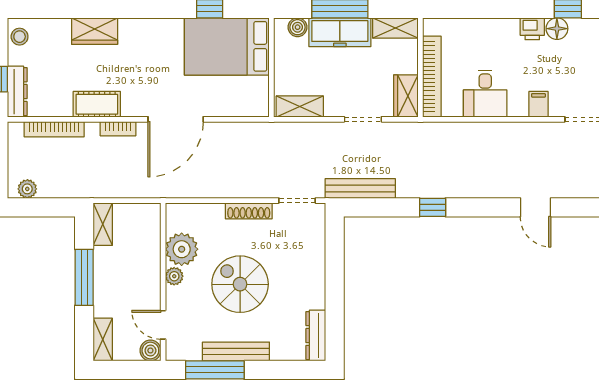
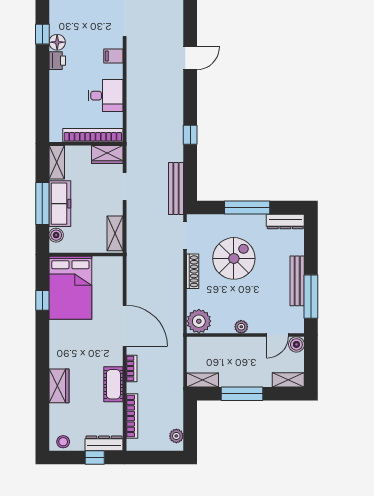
plant: (182, 249) -> (199, 321), moved
spiral stairs: (240, 284) -> (234, 258), moved, turned 180
window: (335, 284) -> (247, 207), added

